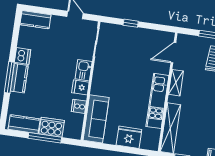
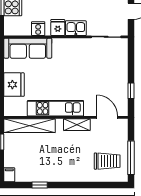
window: (131, 23) -> (131, 91), moved

